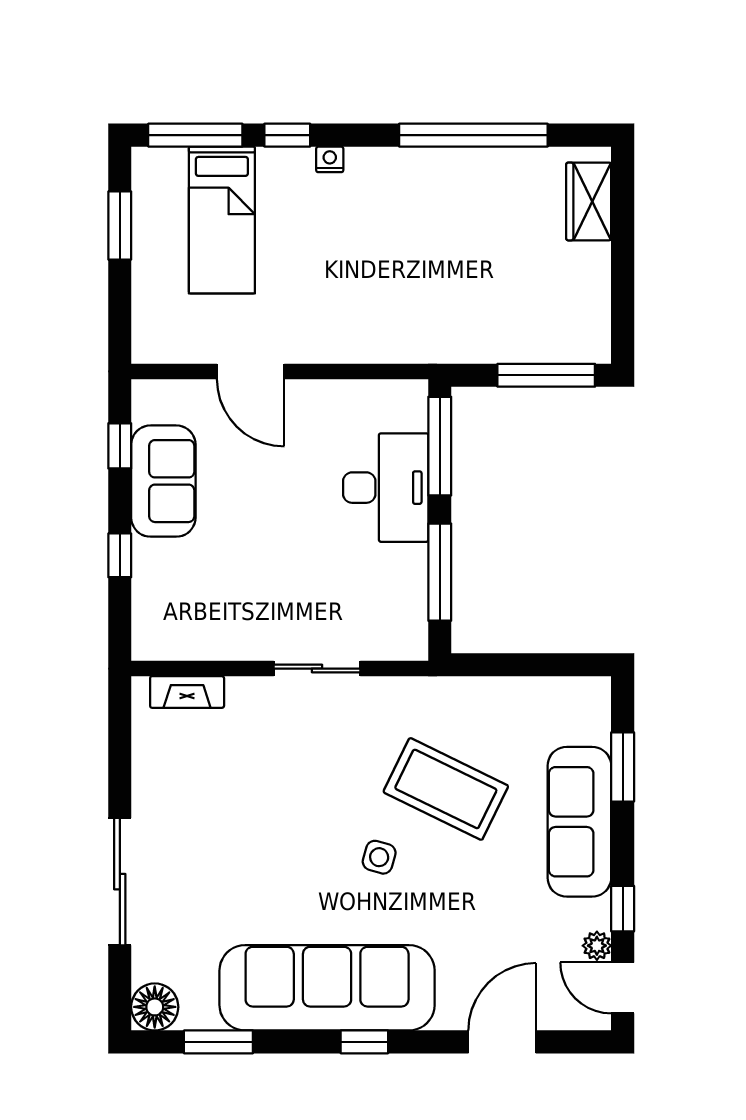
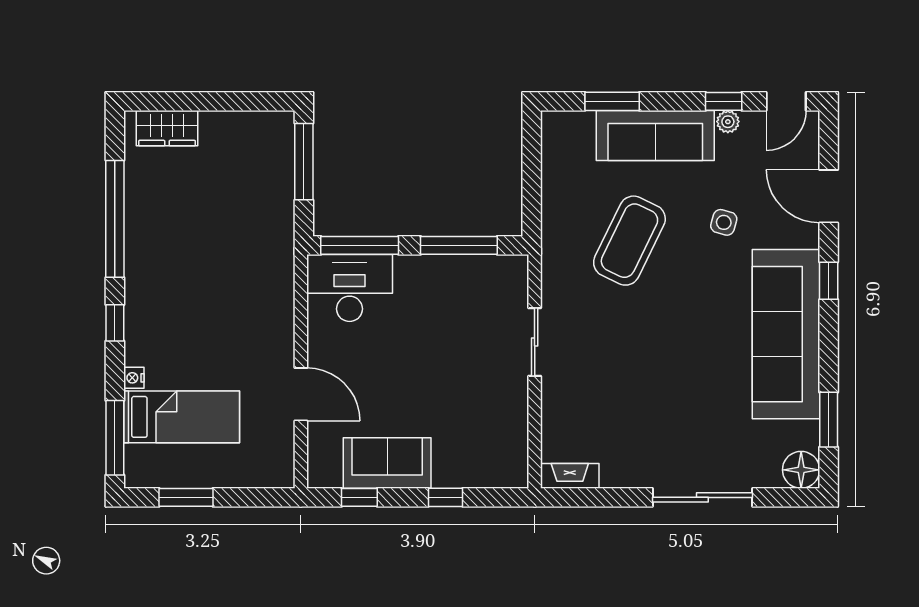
window: (287, 135) -> (115, 323), moved
nightstand: (330, 159) -> (134, 378), moved
door: (251, 371) -> (301, 394), hinge flipped
desk: (386, 488) -> (350, 288), moved
fireplace: (187, 692) -> (570, 476), moved, turned -90
side table: (379, 857) -> (724, 222), moved
plant: (597, 946) -> (728, 122), moved
window: (364, 1042) -> (829, 281), moved

